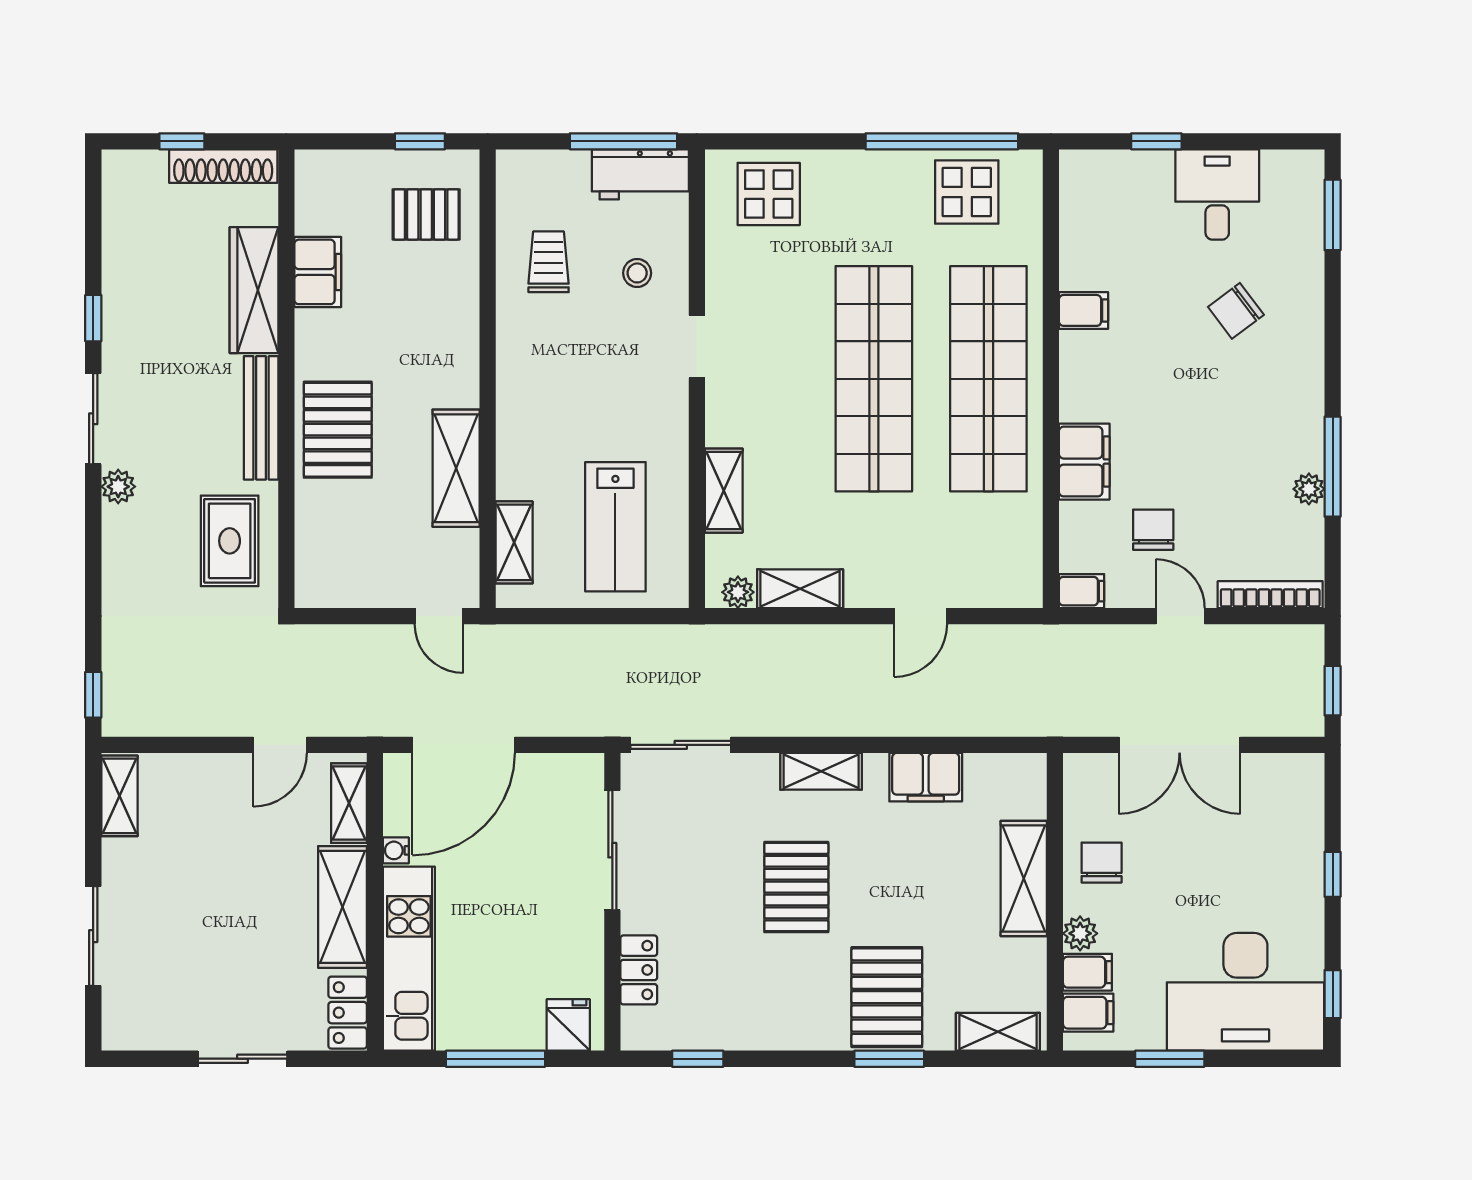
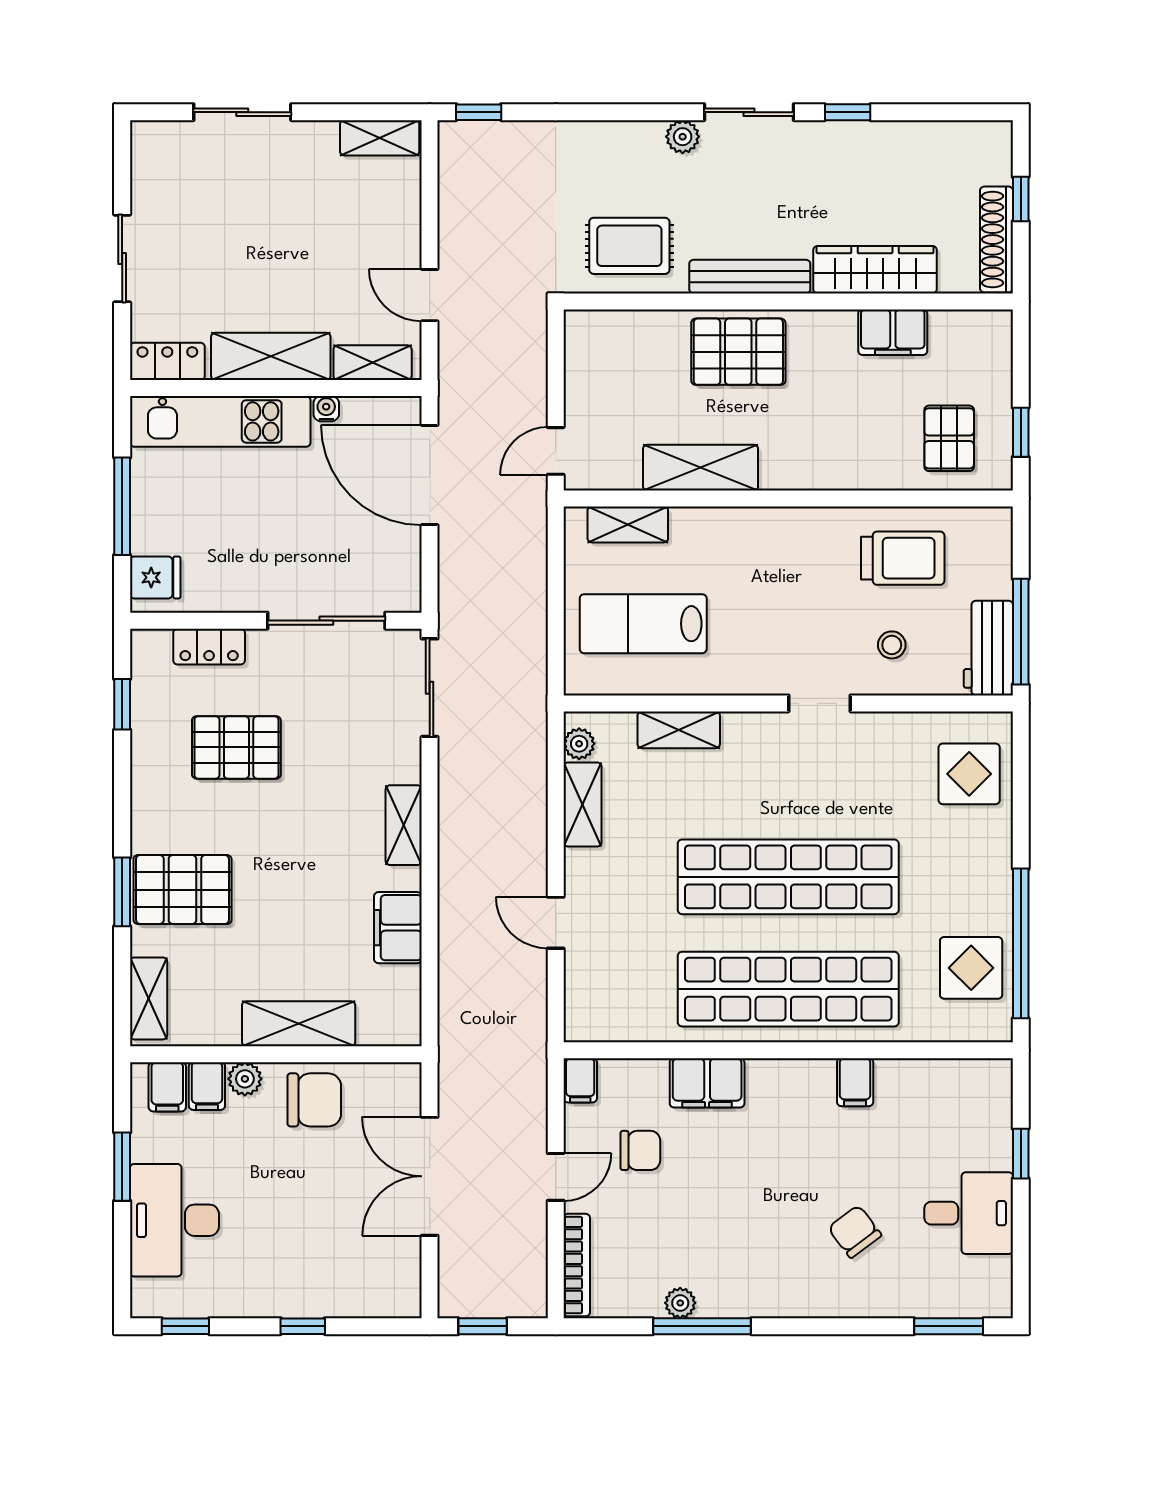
trolley: (549, 262) -> (903, 558), width x1.36, depth x1.39
chair: (1102, 863) -> (314, 1100), width x1.37, depth x1.37
pallet: (796, 887) -> (236, 747), moved
desk: (1245, 992) -> (174, 1220), width x0.73, depth x0.77

